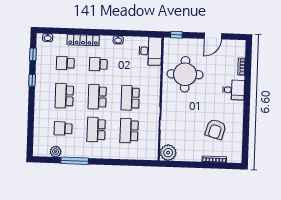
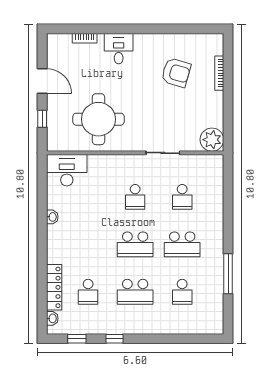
window: (176, 35) -> (42, 119), moved
locker: (83, 40) -> (54, 287), moved
school desk: (98, 64) -> (88, 244), removed
school desk: (130, 98) -> (135, 197), width x0.54
school desk: (129, 131) -> (182, 197), width x0.54
plant: (56, 152) -> (216, 302), removed

